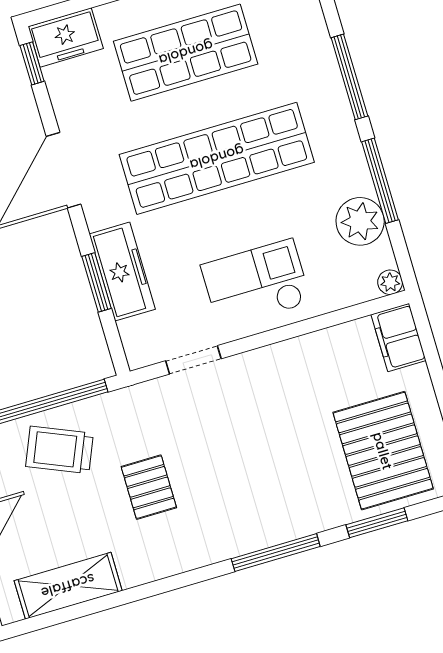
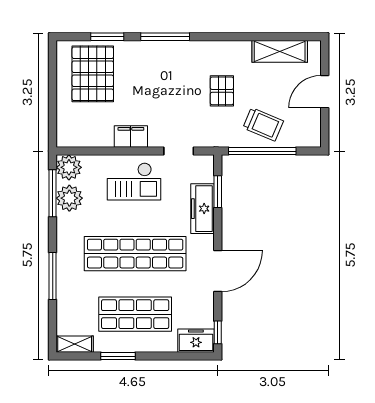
window: (380, 181) -> (53, 193), moved
window: (97, 282) -> (218, 192), moved
plant: (390, 282) -> (69, 167), width x1.87, depth x1.87
filing cabinet: (398, 338) -> (131, 136), moved, turned -90

